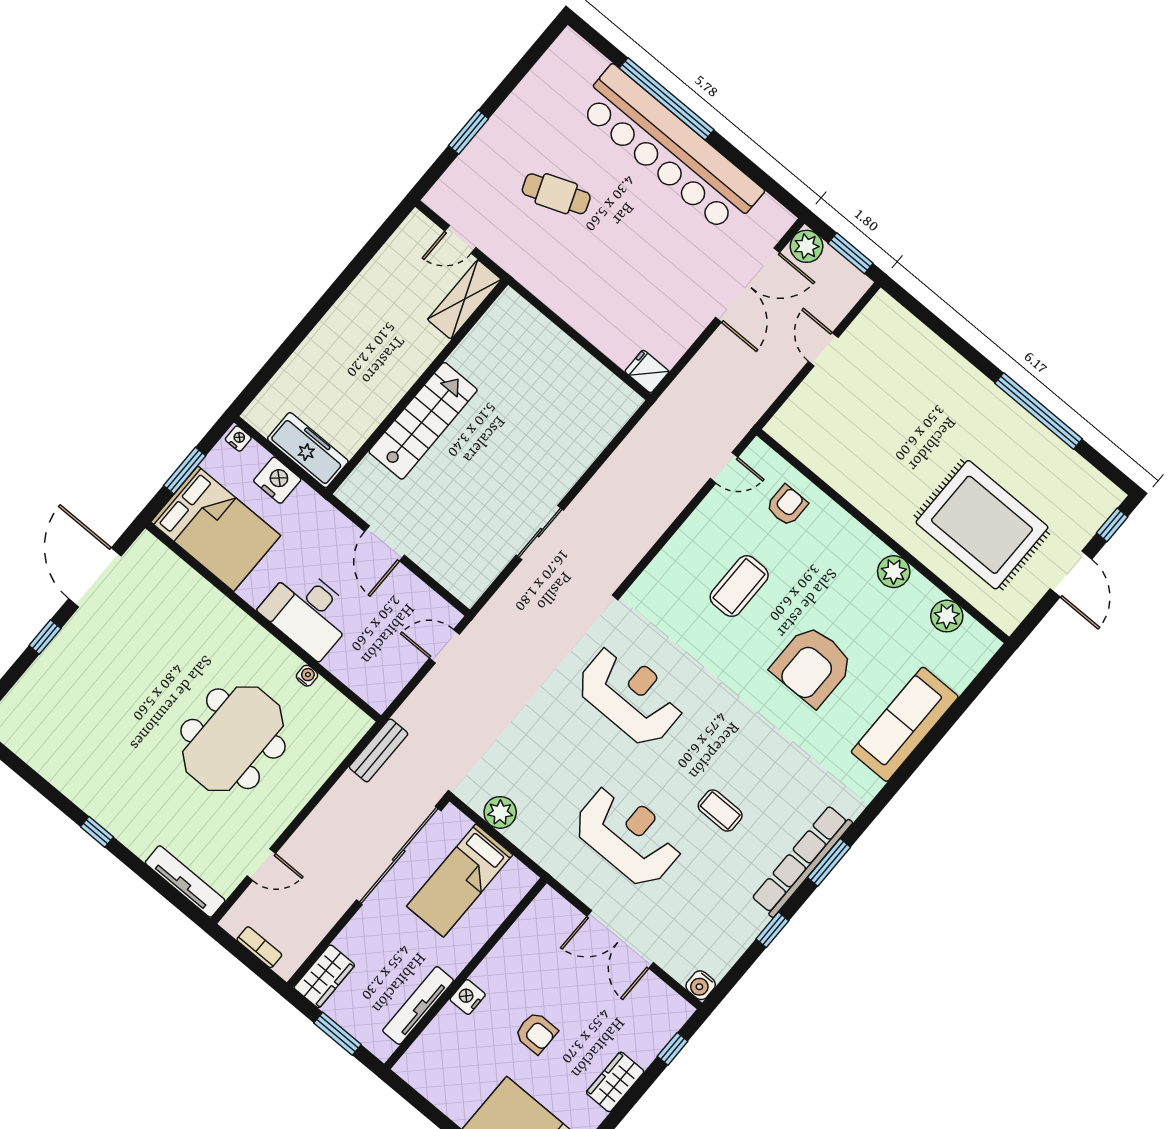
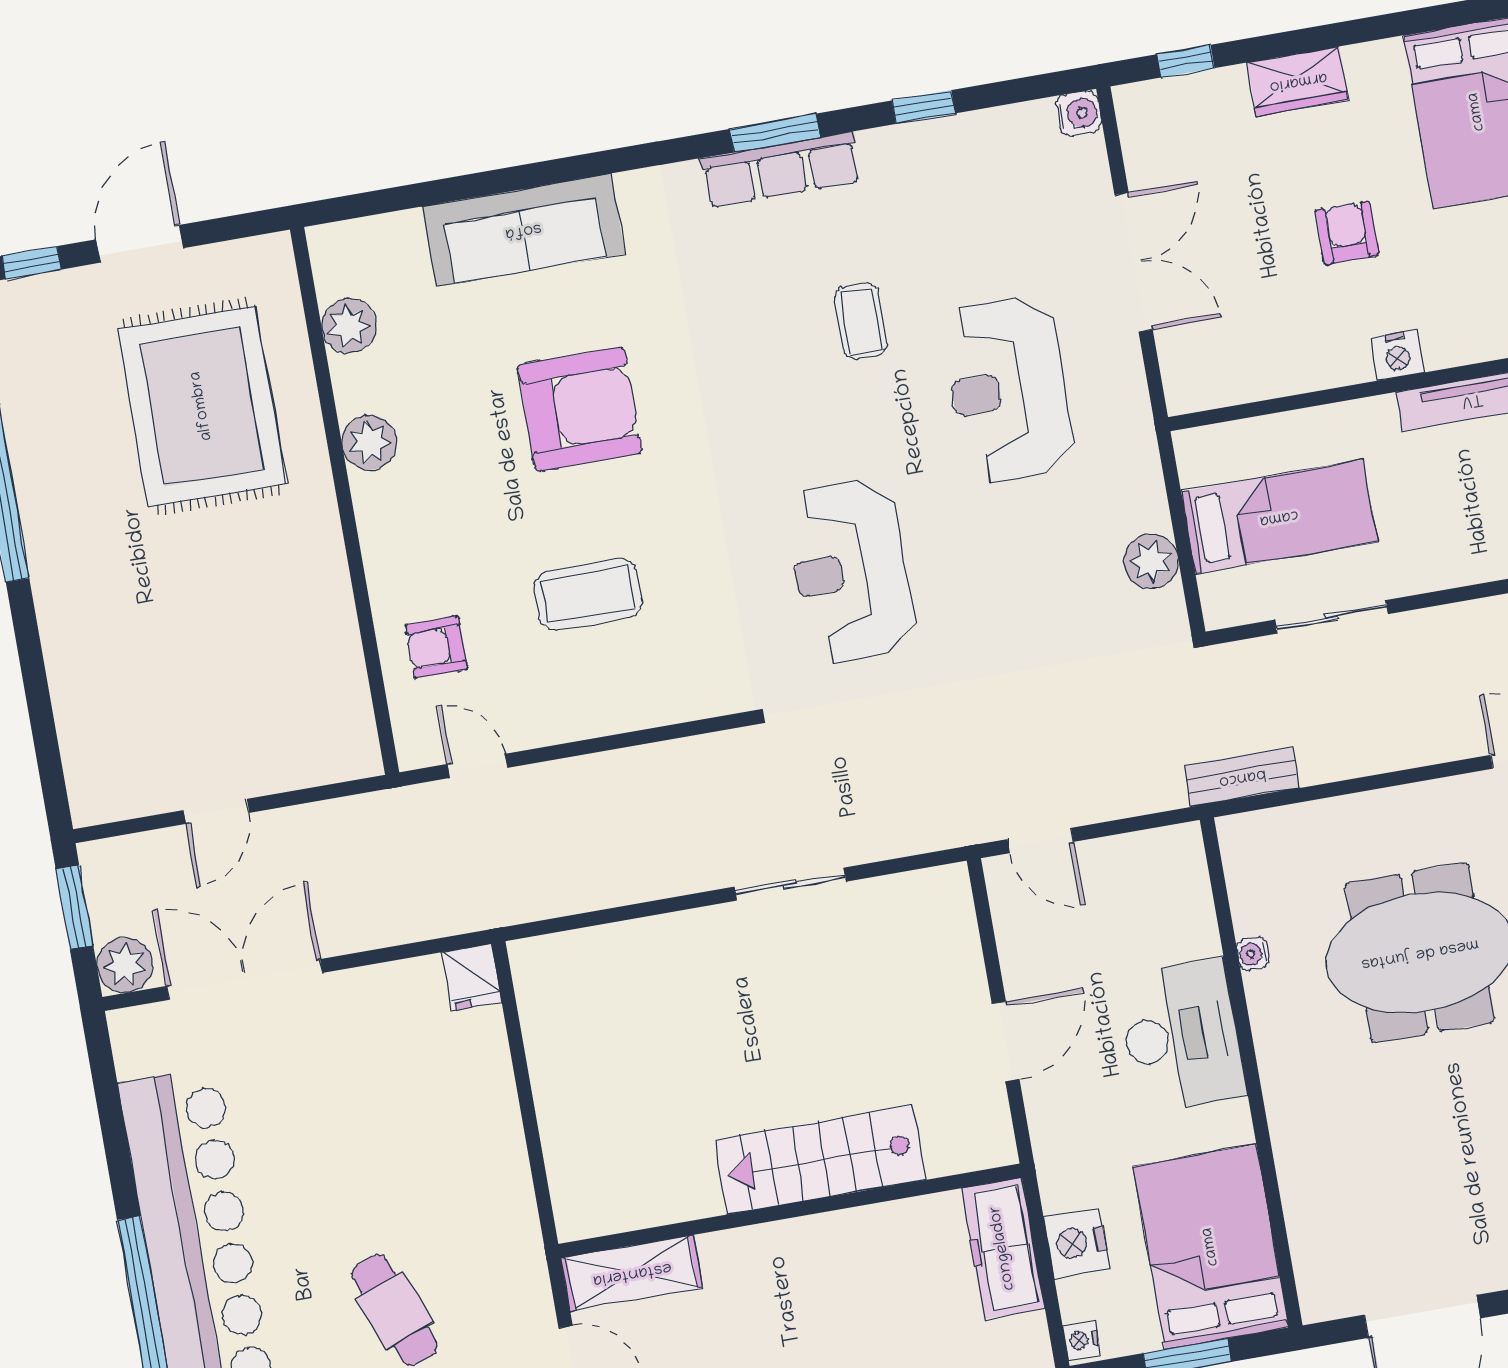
sliding door: (399, 855) -> (1331, 617), width x0.54
row of seats: (802, 861) -> (781, 170), width x0.73

